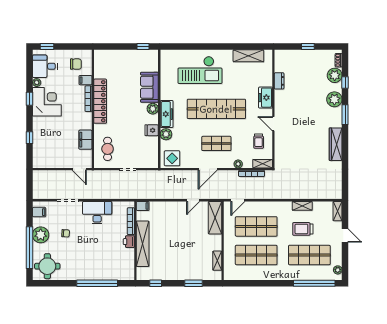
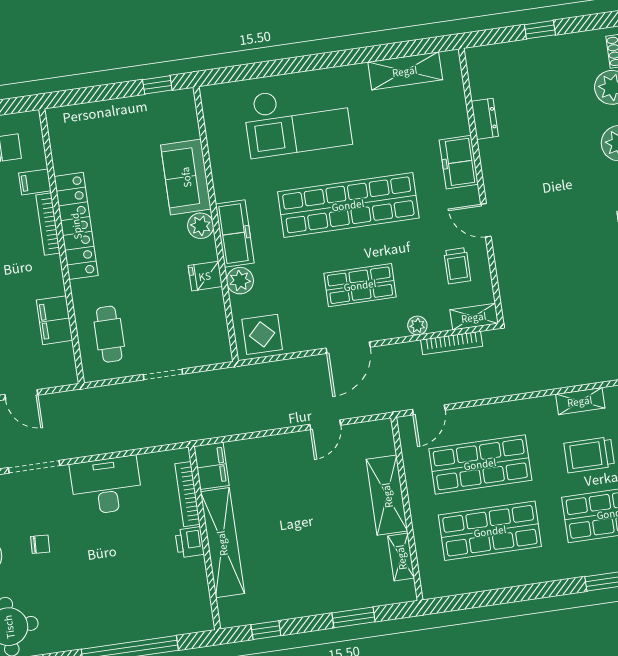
door: (79, 169) -> (21, 395), moved
filing cabinet: (143, 206) -> (211, 466), width x2.00
shelving: (215, 218) -> (387, 495), moved

